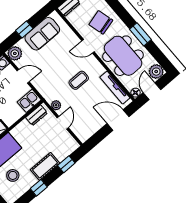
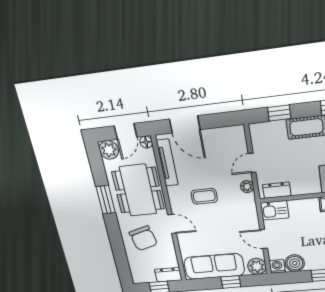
sofa: (42, 34) -> (214, 266), width x1.36

